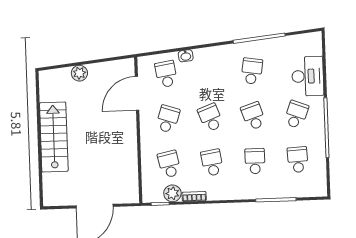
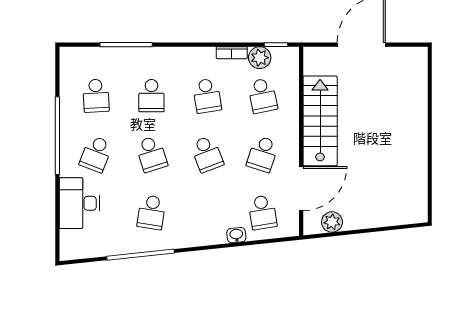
plant: (79, 73) -> (332, 222), moved
stairs: (54, 137) -> (320, 121), moved, turned 180

